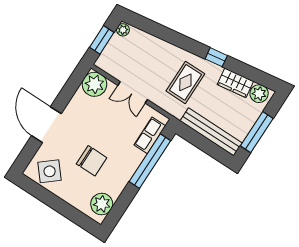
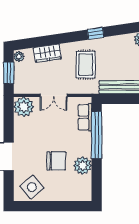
wardrobe: (235, 83) -> (47, 53), moved
plant: (102, 204) -> (83, 166), moved

